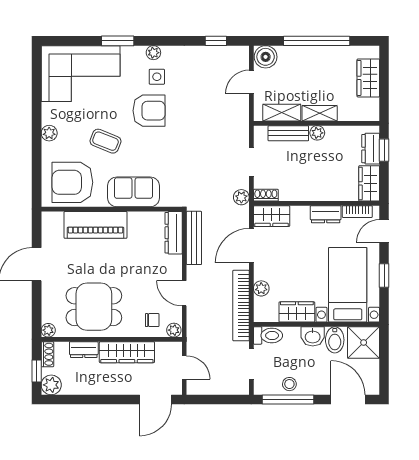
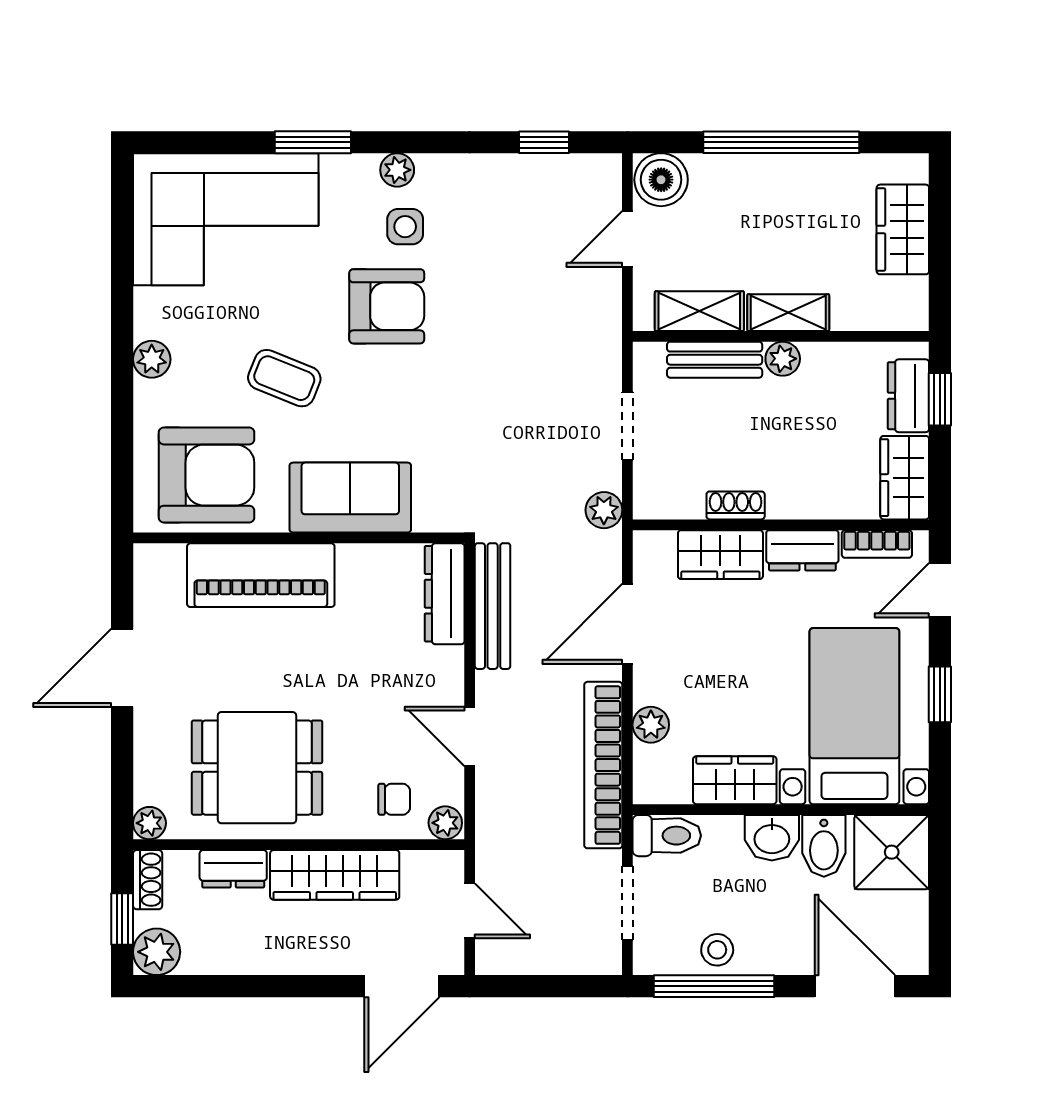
armchair: (72, 182) -> (206, 475), turned 180
shoe rack: (266, 195) -> (736, 505), moved
wardrobe: (272, 216) -> (720, 555), moved

